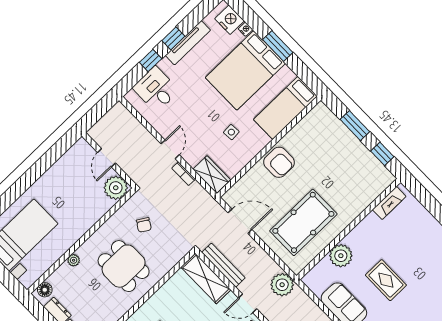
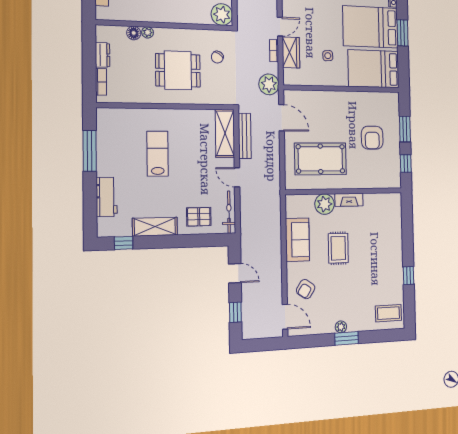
bed: (285, 108) -> (374, 69), width x1.50
armchair: (279, 162) -> (372, 138), moved
wardrobe: (212, 175) -> (291, 53), moved
fireplace: (389, 203) -> (349, 200), moved
dining table: (124, 266) -> (178, 70), turned 90
plant: (282, 285) -> (269, 84), moved
floor lamp: (45, 290) -> (134, 33), moved

